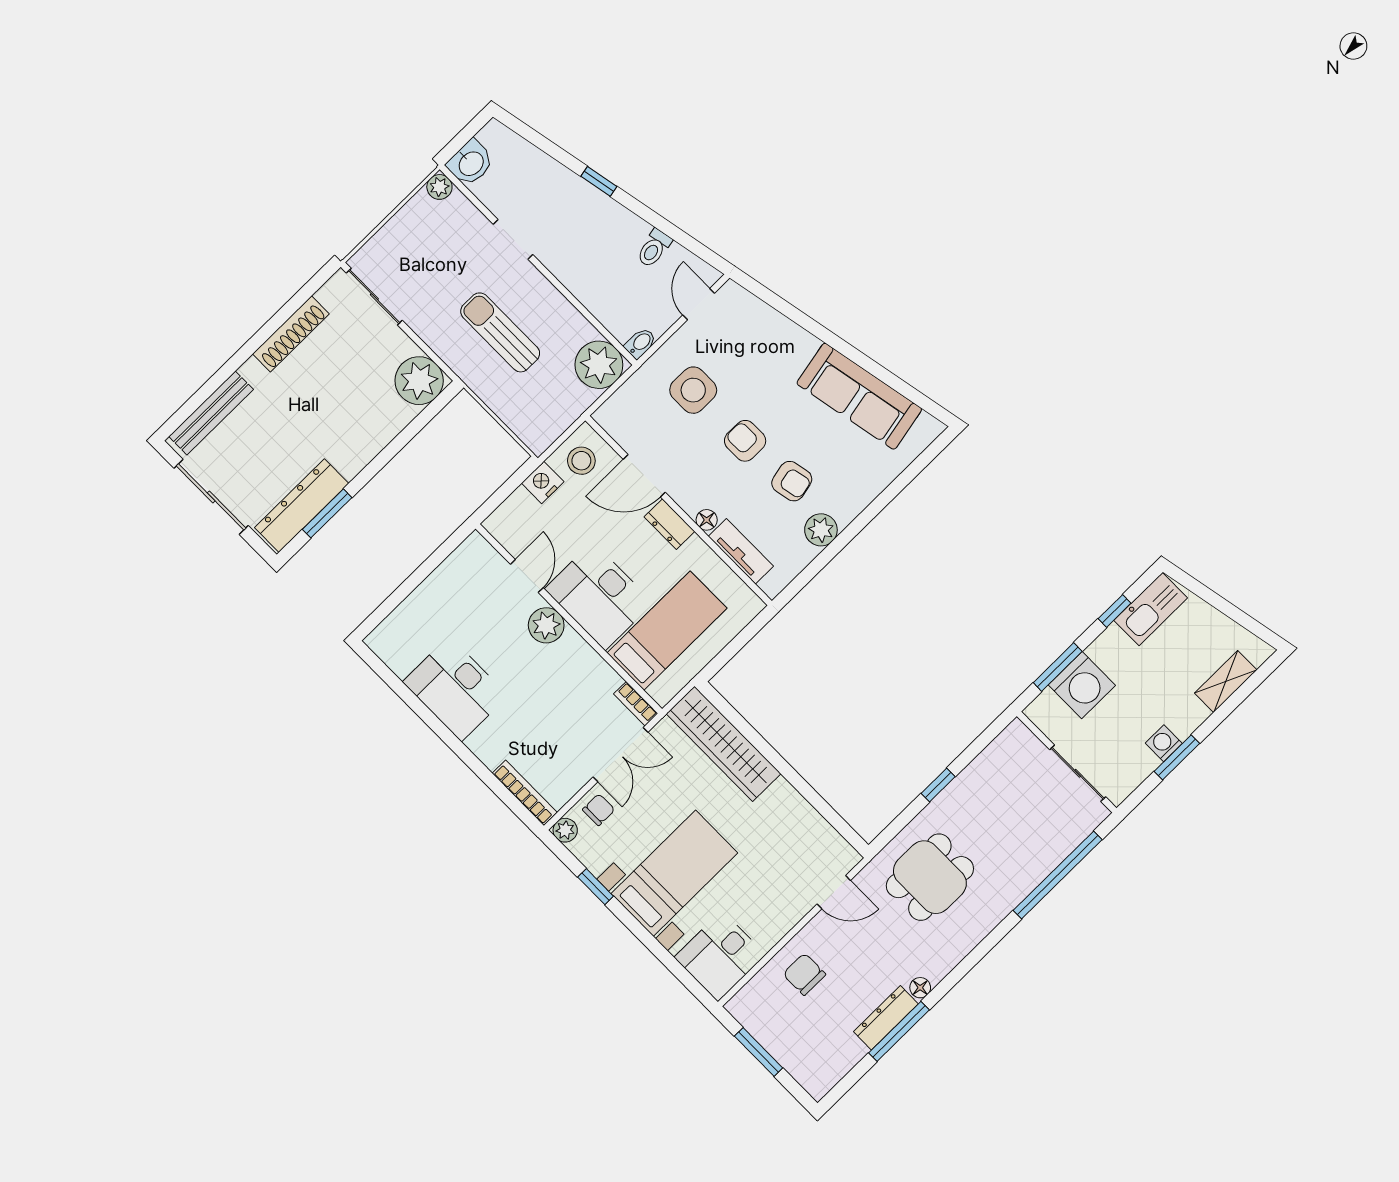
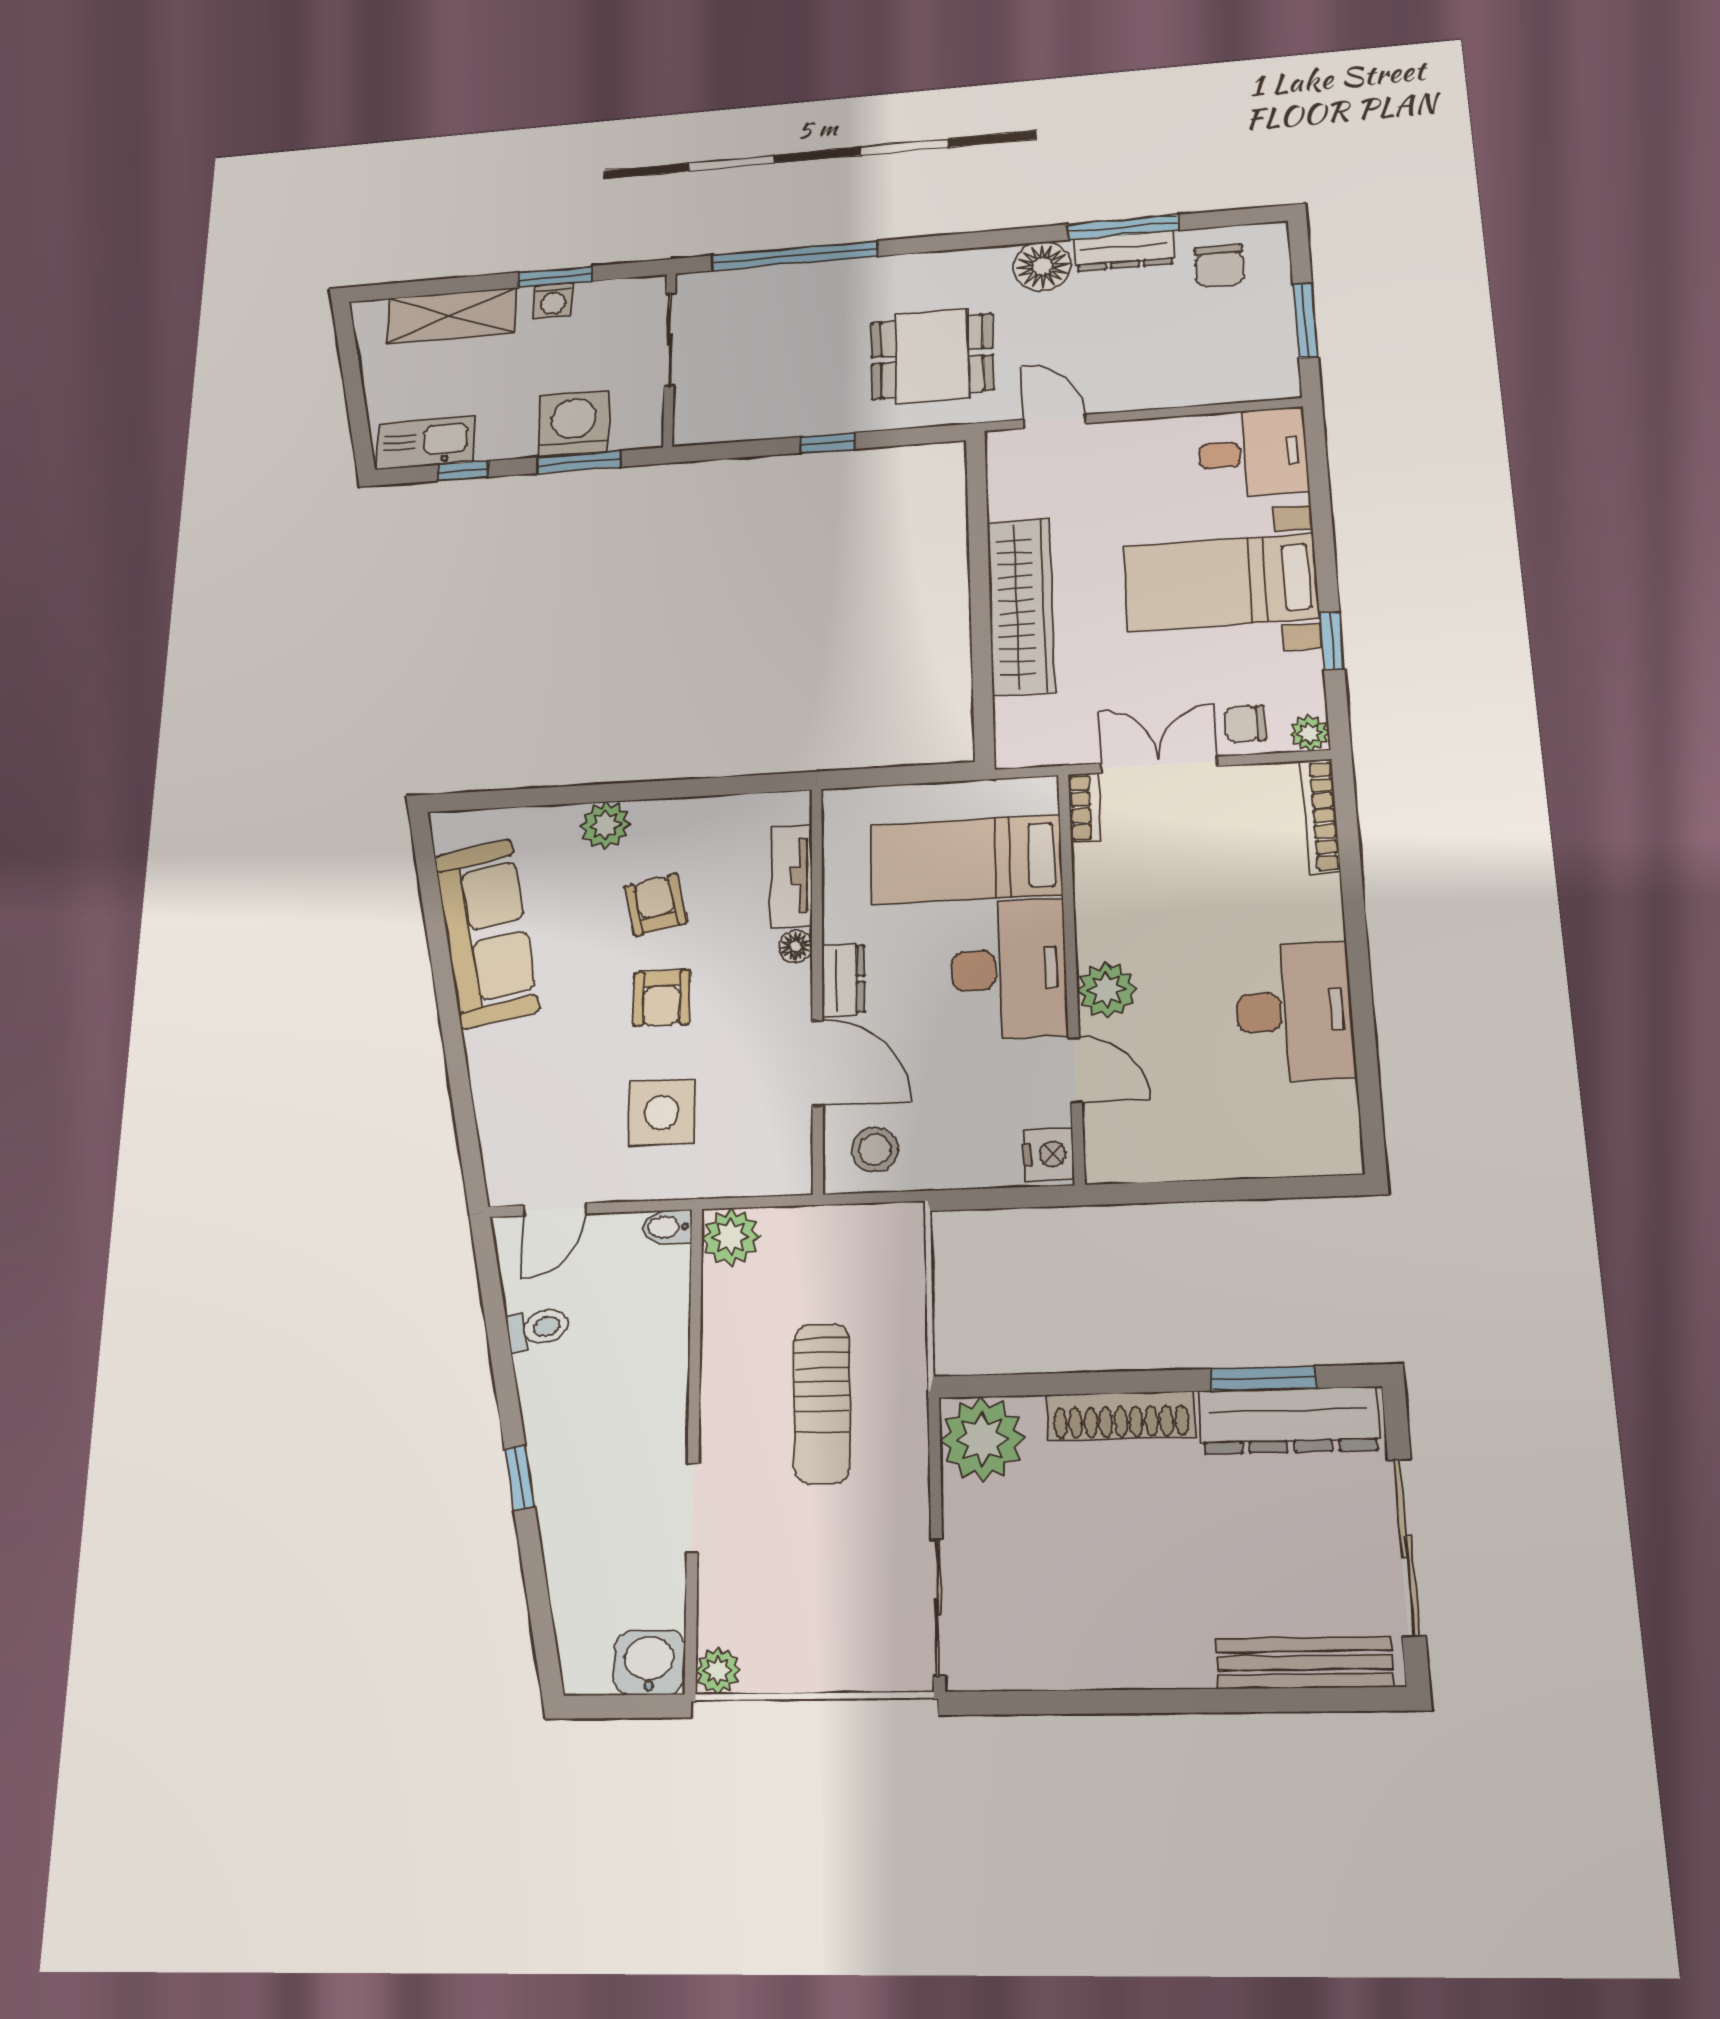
shoe rack: (291, 334) -> (1121, 1416), moved, turned 180
plant: (599, 365) -> (731, 1237), width x0.73, depth x0.73
nightstand: (543, 482) -> (1048, 1154), moved, turned -90
plant: (821, 530) -> (605, 825), moved
door: (527, 576) -> (1075, 1070), swing flipped
shelving: (1226, 682) -> (451, 316), width x1.50, depth x1.33
wardrobe: (724, 744) -> (1021, 606), moved
chair: (804, 974) -> (1219, 266), moved
floor lamp: (920, 988) -> (1042, 266), width x1.89, depth x1.89

